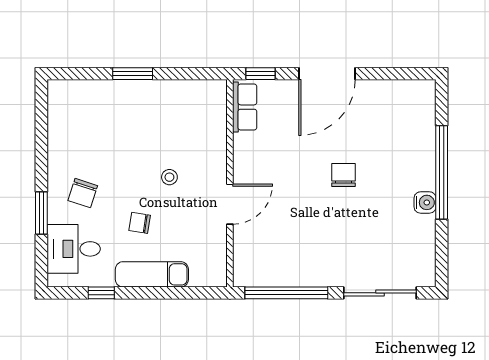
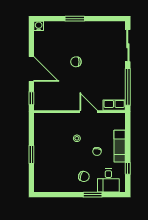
row of seats: (245, 107) -> (114, 105), moved
window: (442, 172) -> (75, 19), width x0.47
water cooler: (425, 202) -> (39, 26), moved

